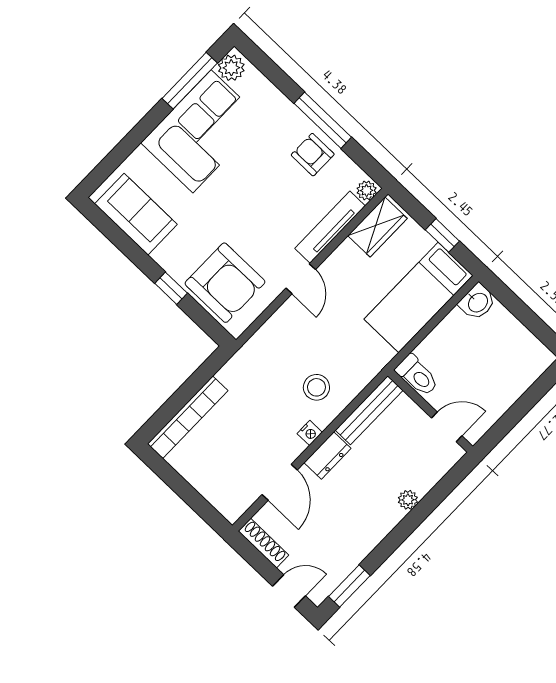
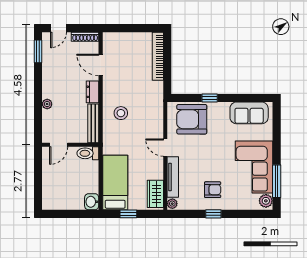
window: (323, 120) -> (213, 214), width x0.46
armchair: (313, 155) -> (213, 190), moved
nightstand: (310, 433) -> (107, 94), removed

